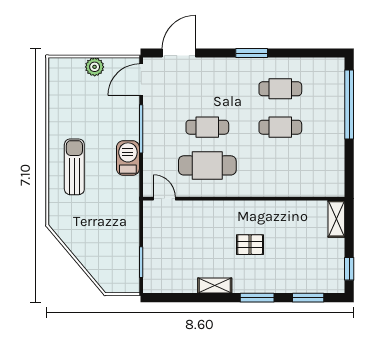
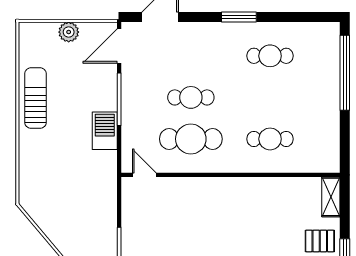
cafe table: (280, 127) -> (270, 139), moved
sun lounger: (74, 167) -> (35, 98), moved
pallet: (250, 245) -> (320, 241), moved

